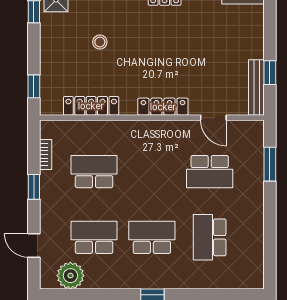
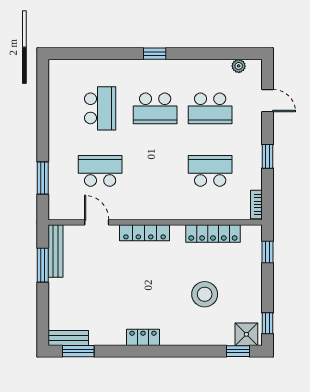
stool: (100, 42) -> (205, 294), width x1.89, depth x1.89
window: (270, 73) -> (43, 265), width x1.50
bookcase: (46, 155) -> (256, 204), moved
school desk: (94, 172) -> (210, 171), turned 180
plant: (70, 276) -> (239, 66), width x0.53, depth x0.53

